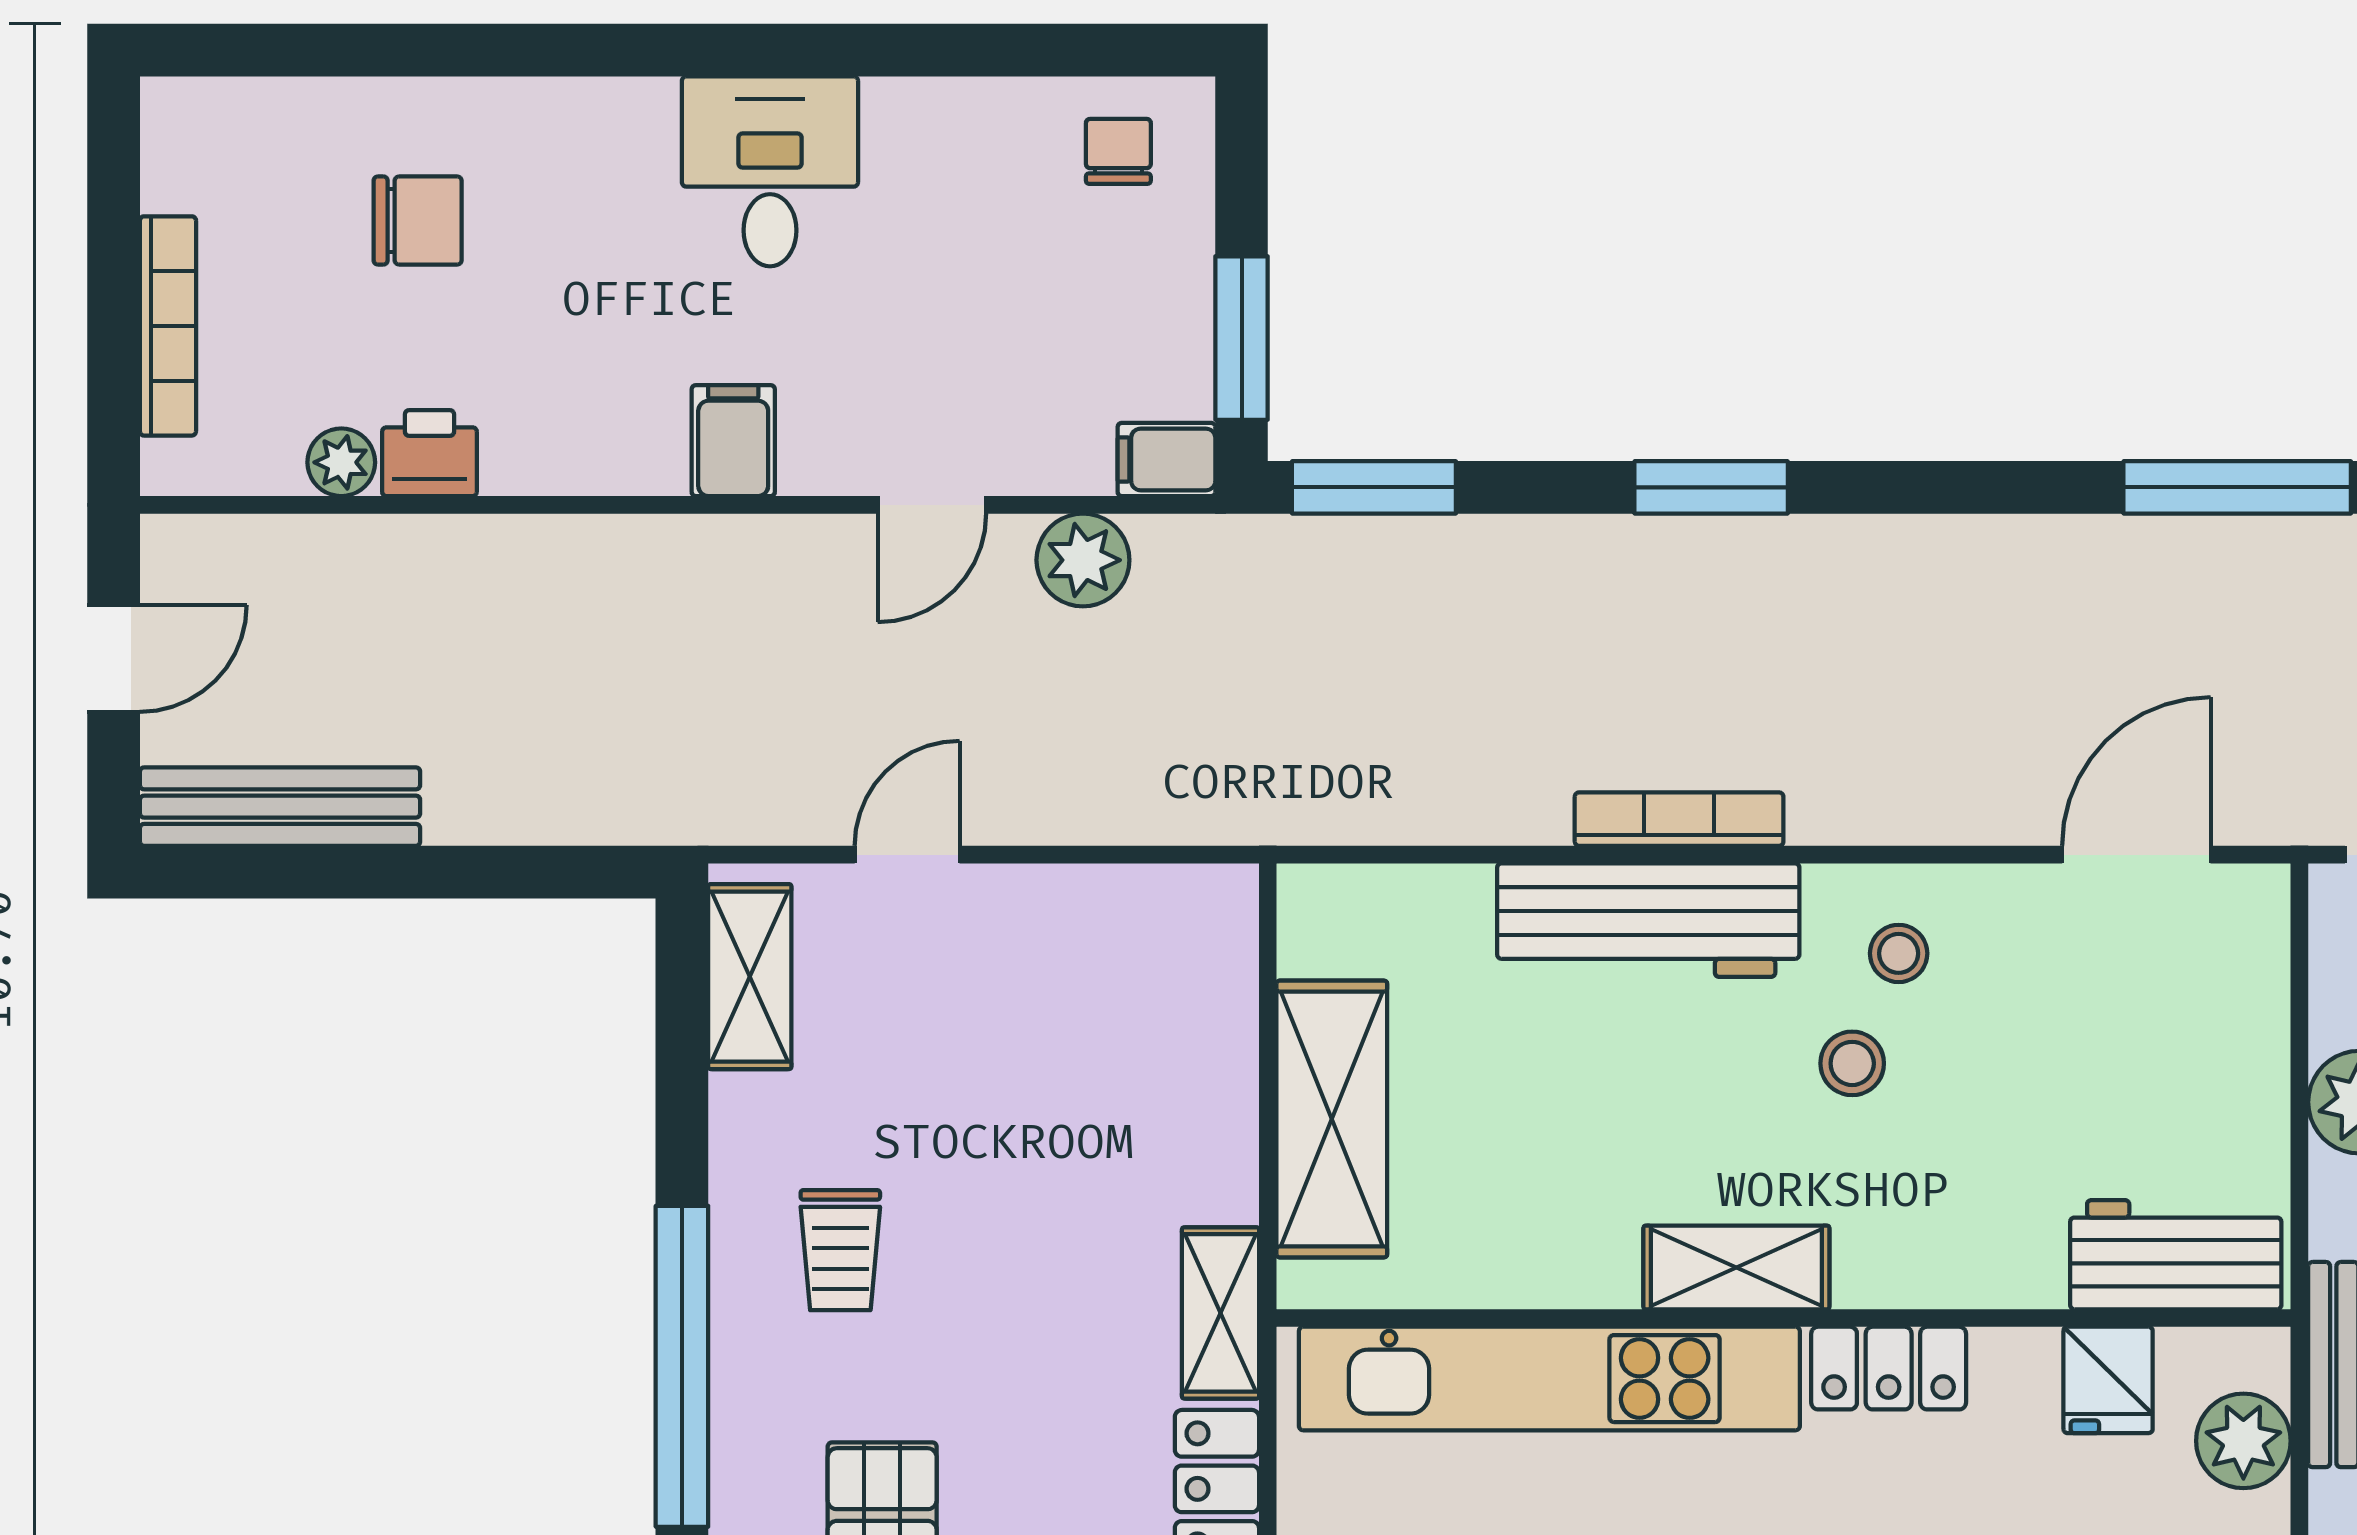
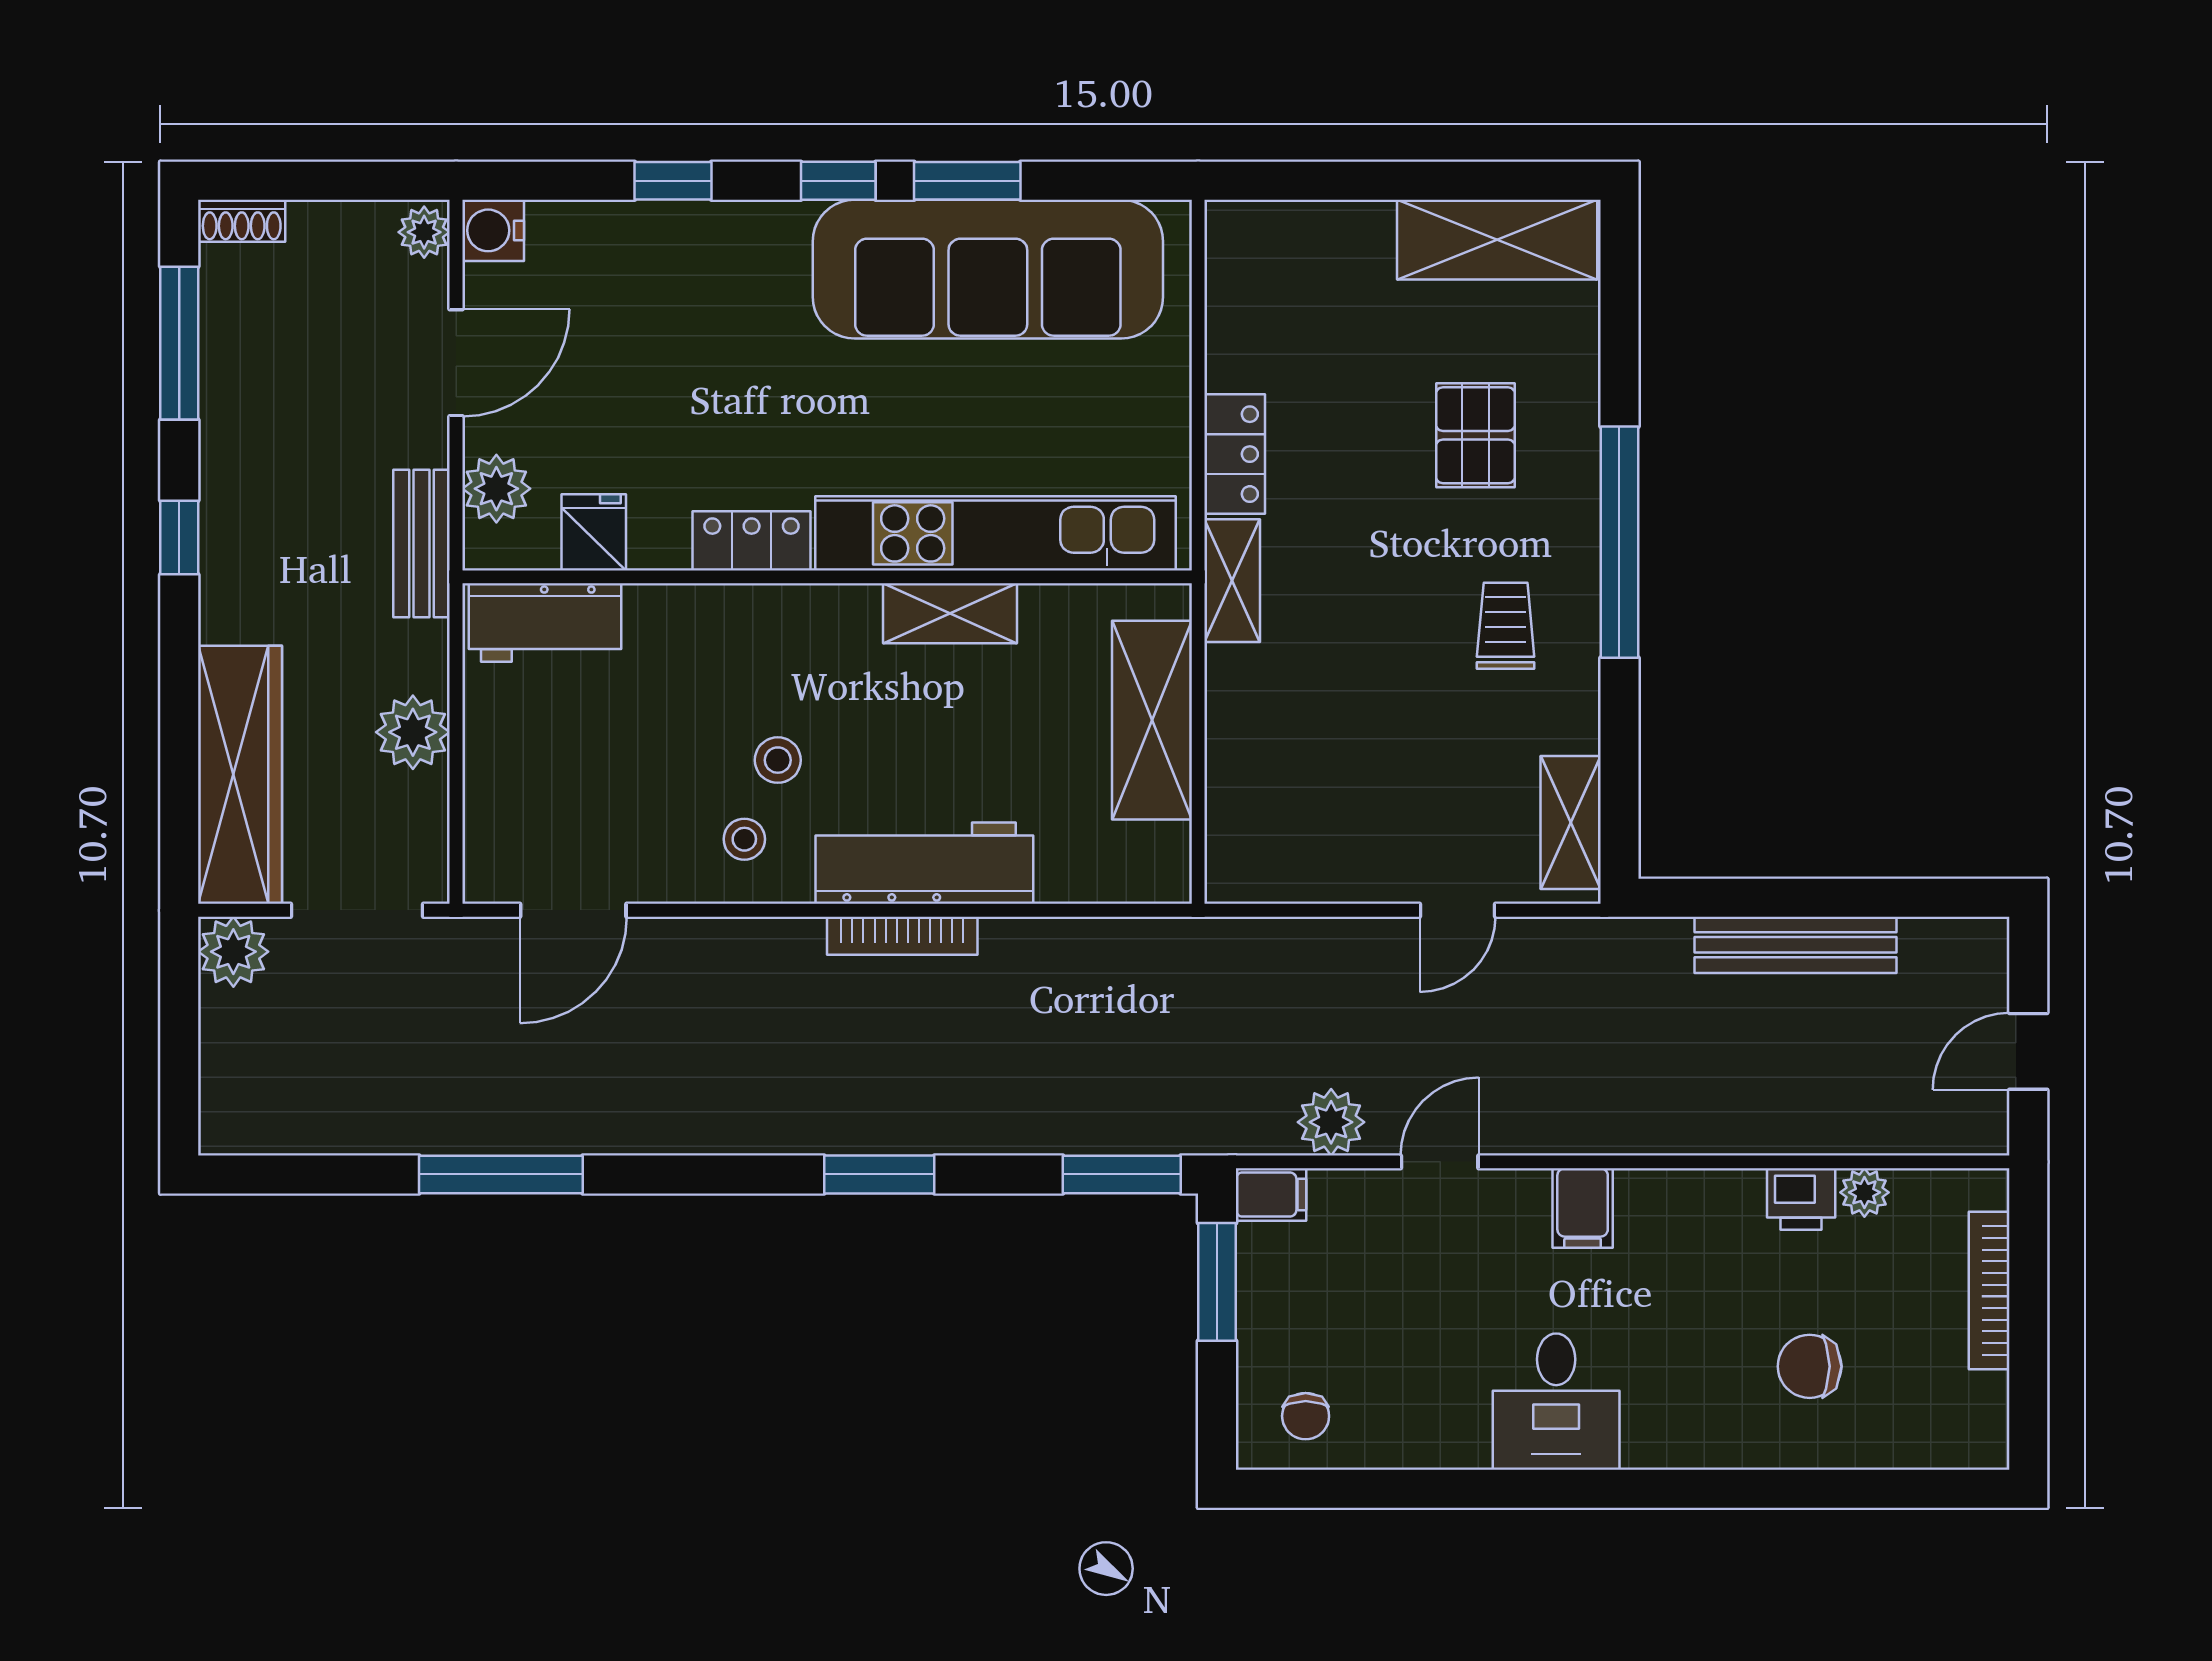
bench: (280, 807) -> (1796, 945), moved
shelving: (1736, 1267) -> (950, 613), moved

